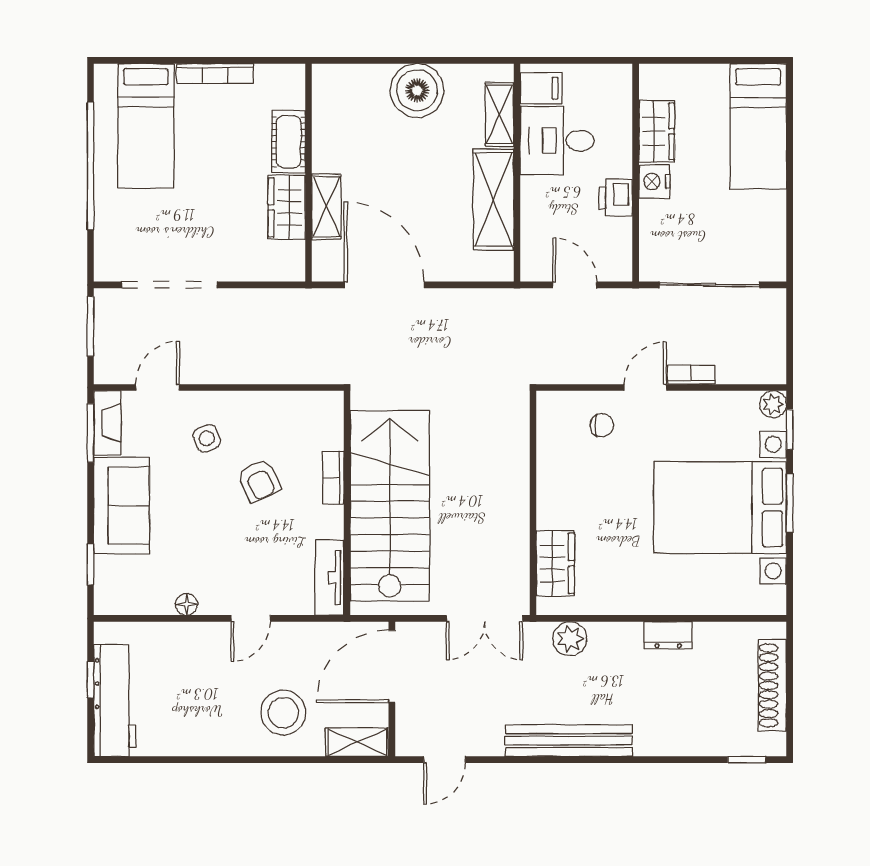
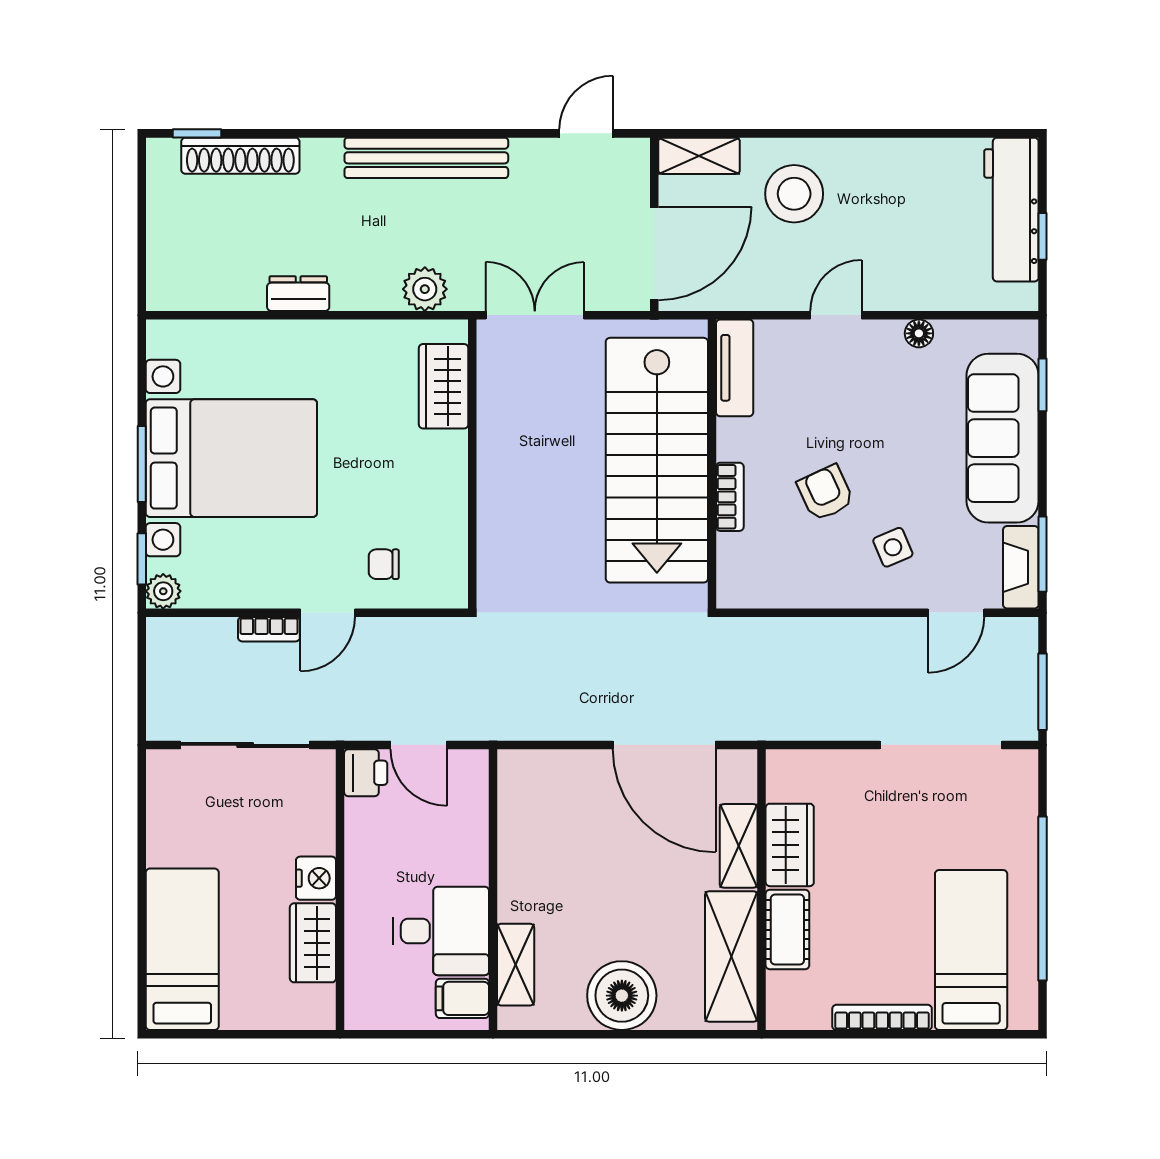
printer: (616, 198) -> (366, 773), moved
shelving: (493, 200) -> (731, 956), moved
sofa: (122, 506) -> (1003, 438), width x1.36
shoe rack: (772, 685) -> (240, 156), moved, turned 90

